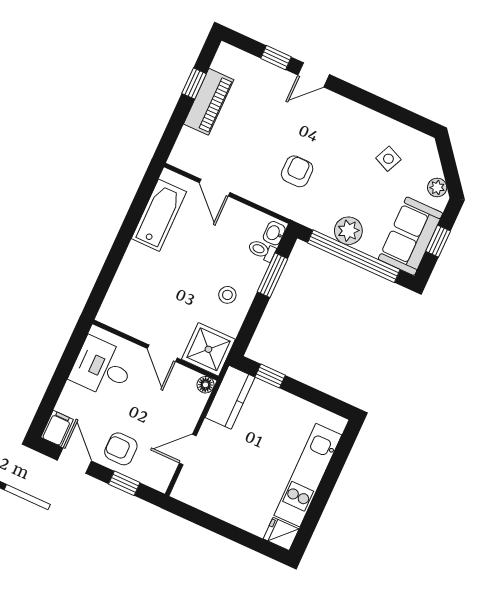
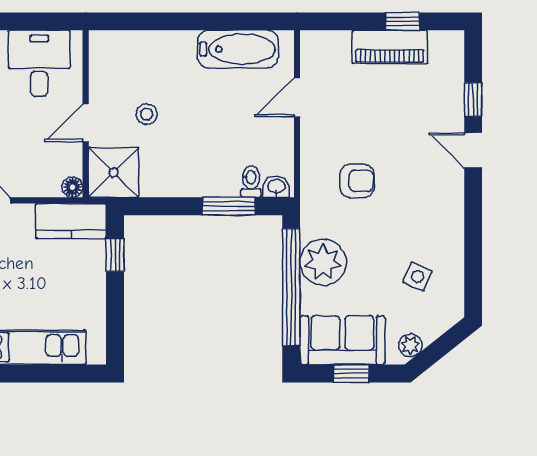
plant: (348, 231) -> (323, 262), width x1.36, depth x1.36
stool: (227, 295) -> (146, 114), moved

